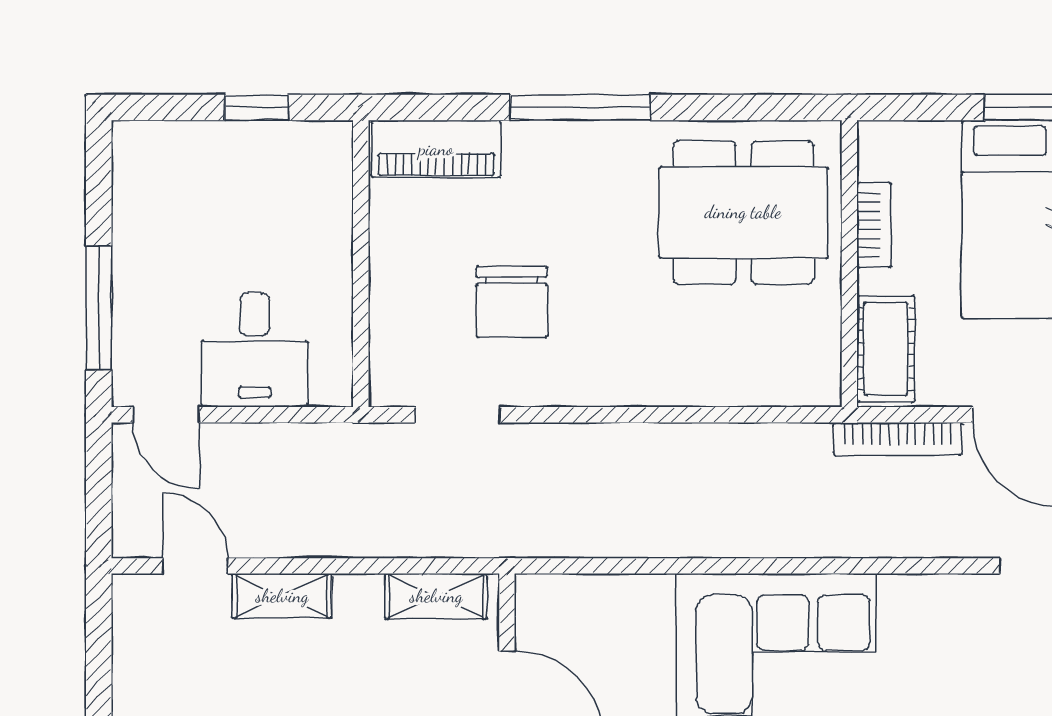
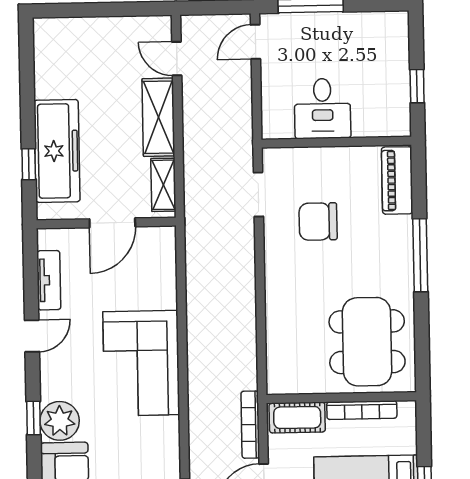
bookcase: (874, 225) -> (362, 410), width x1.56
desk: (255, 350) -> (322, 109), moved, turned -90
door: (195, 566) -> (177, 59), swing flipped
shelving: (282, 596) -> (158, 117), width x1.50, depth x1.33

